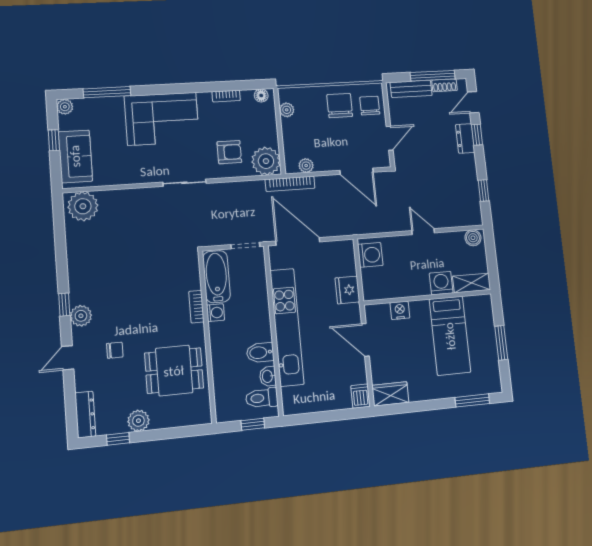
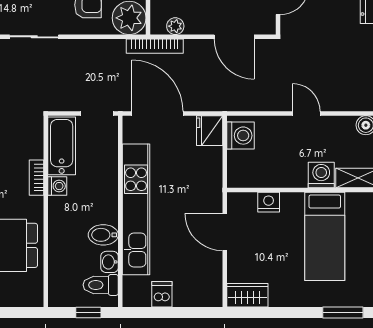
fridge: (347, 290) -> (210, 131), moved
dishwasher: (360, 396) -> (162, 294), moved

